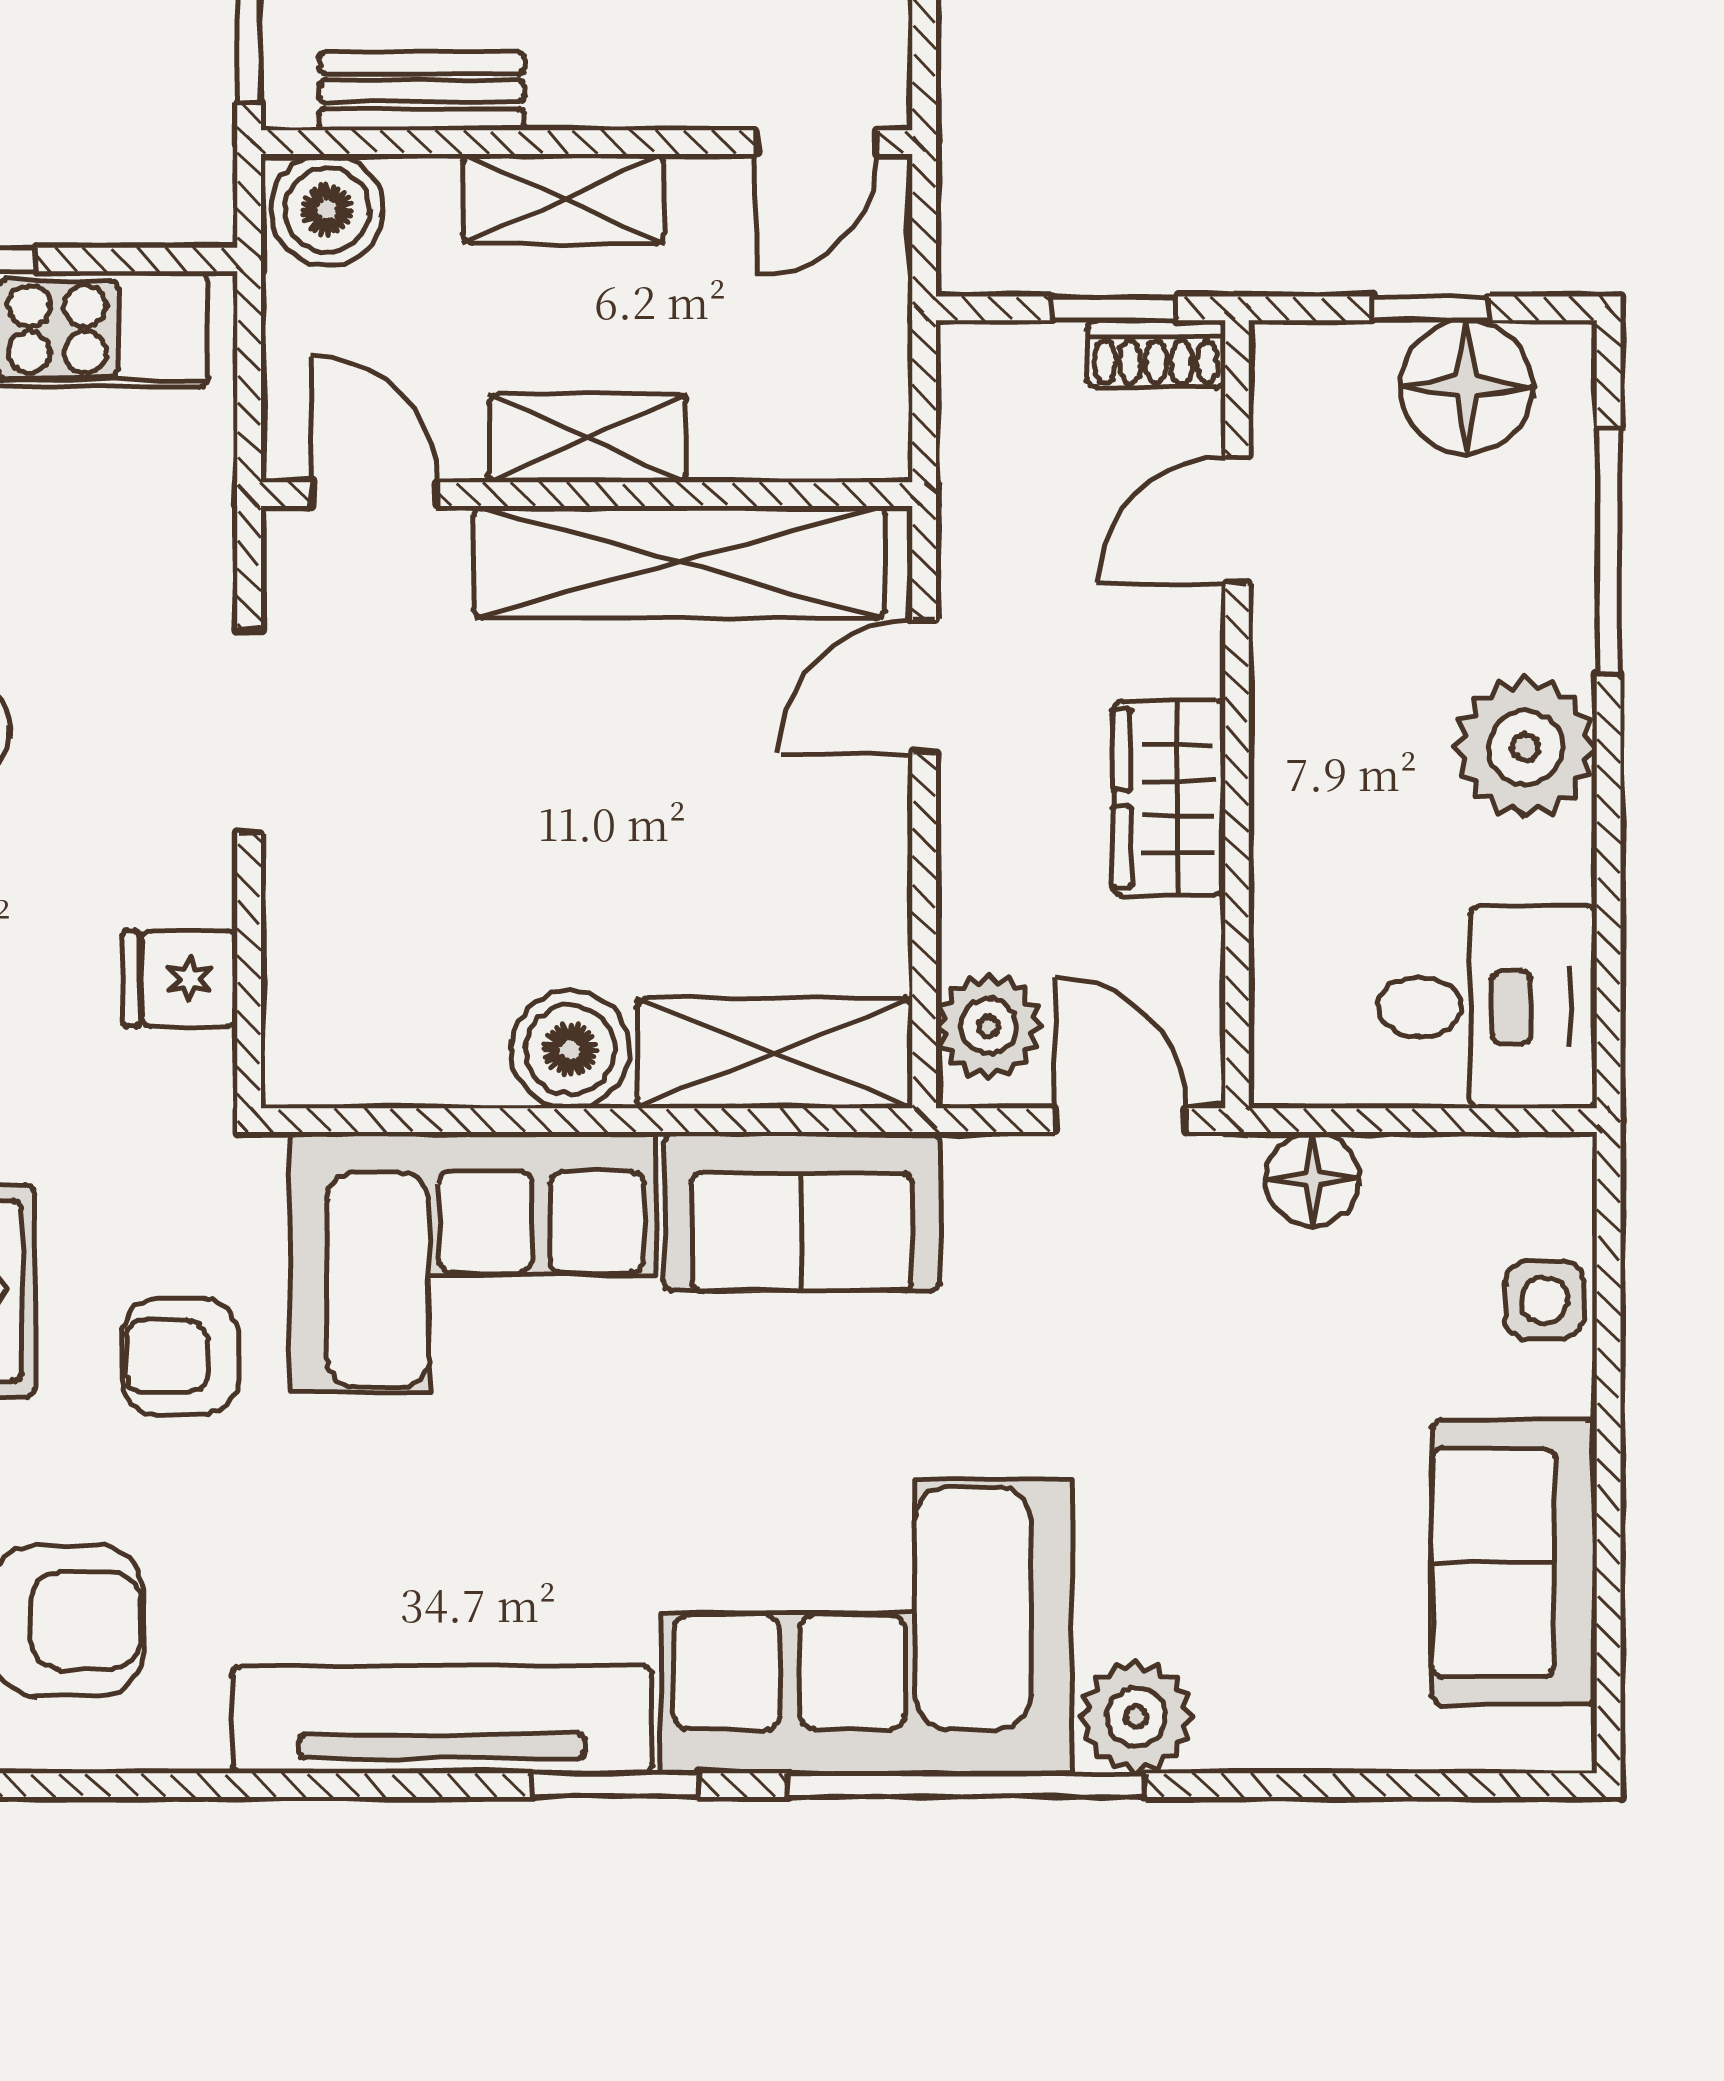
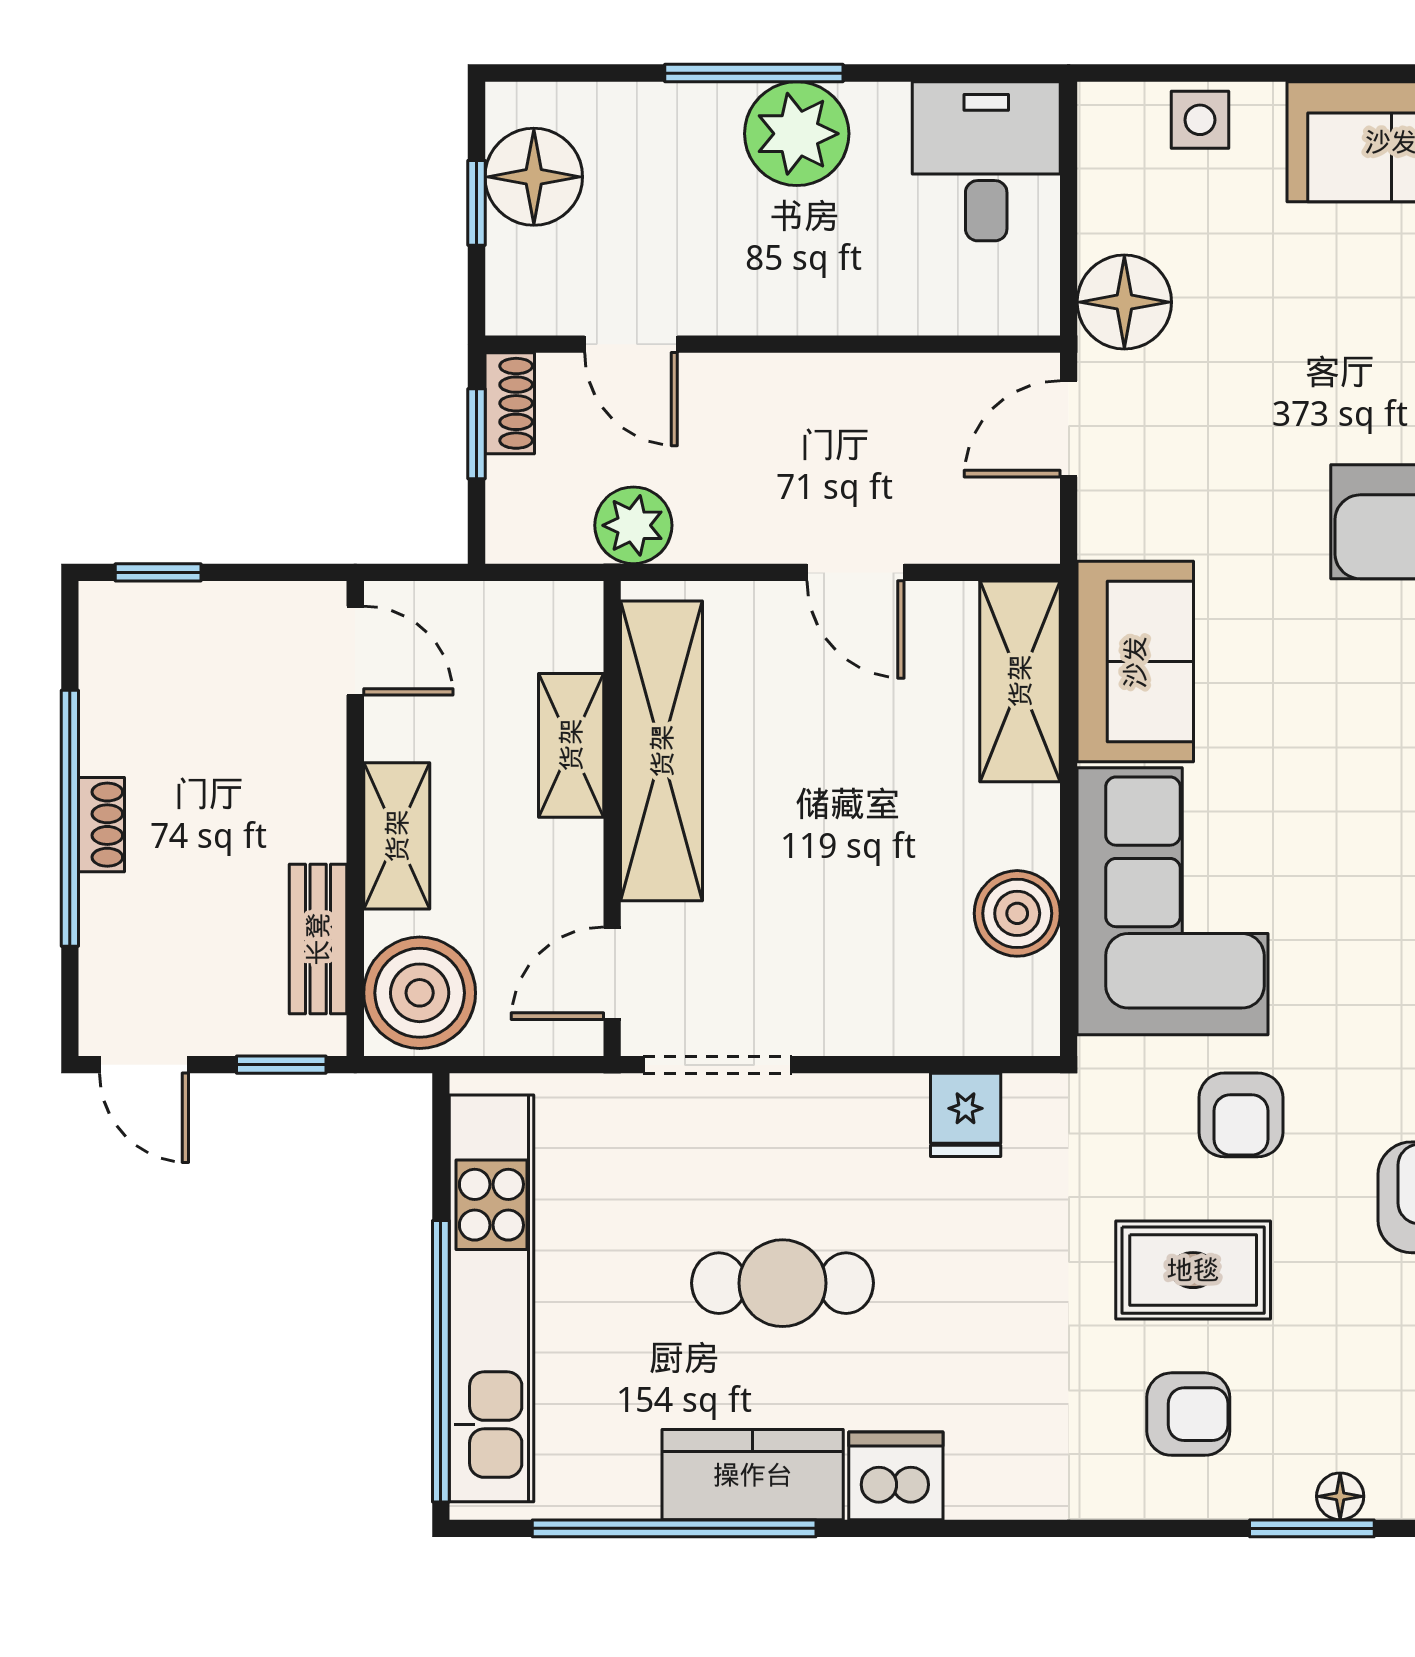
boiler: (327, 210) -> (420, 993), width x1.37, depth x1.37
shelving: (587, 438) -> (571, 745), moved
window: (1609, 551) -> (754, 73), moved
door: (924, 686) -> (855, 572), moved
doorway: (249, 731) -> (717, 1065), moved
wardrobe: (1169, 798) -> (834, 394), removed
plant: (989, 1026) -> (633, 525), moved
boiler: (570, 1050) -> (1017, 913), moved
floor lamp: (1312, 1179) -> (1124, 302), width x1.38, depth x1.38

